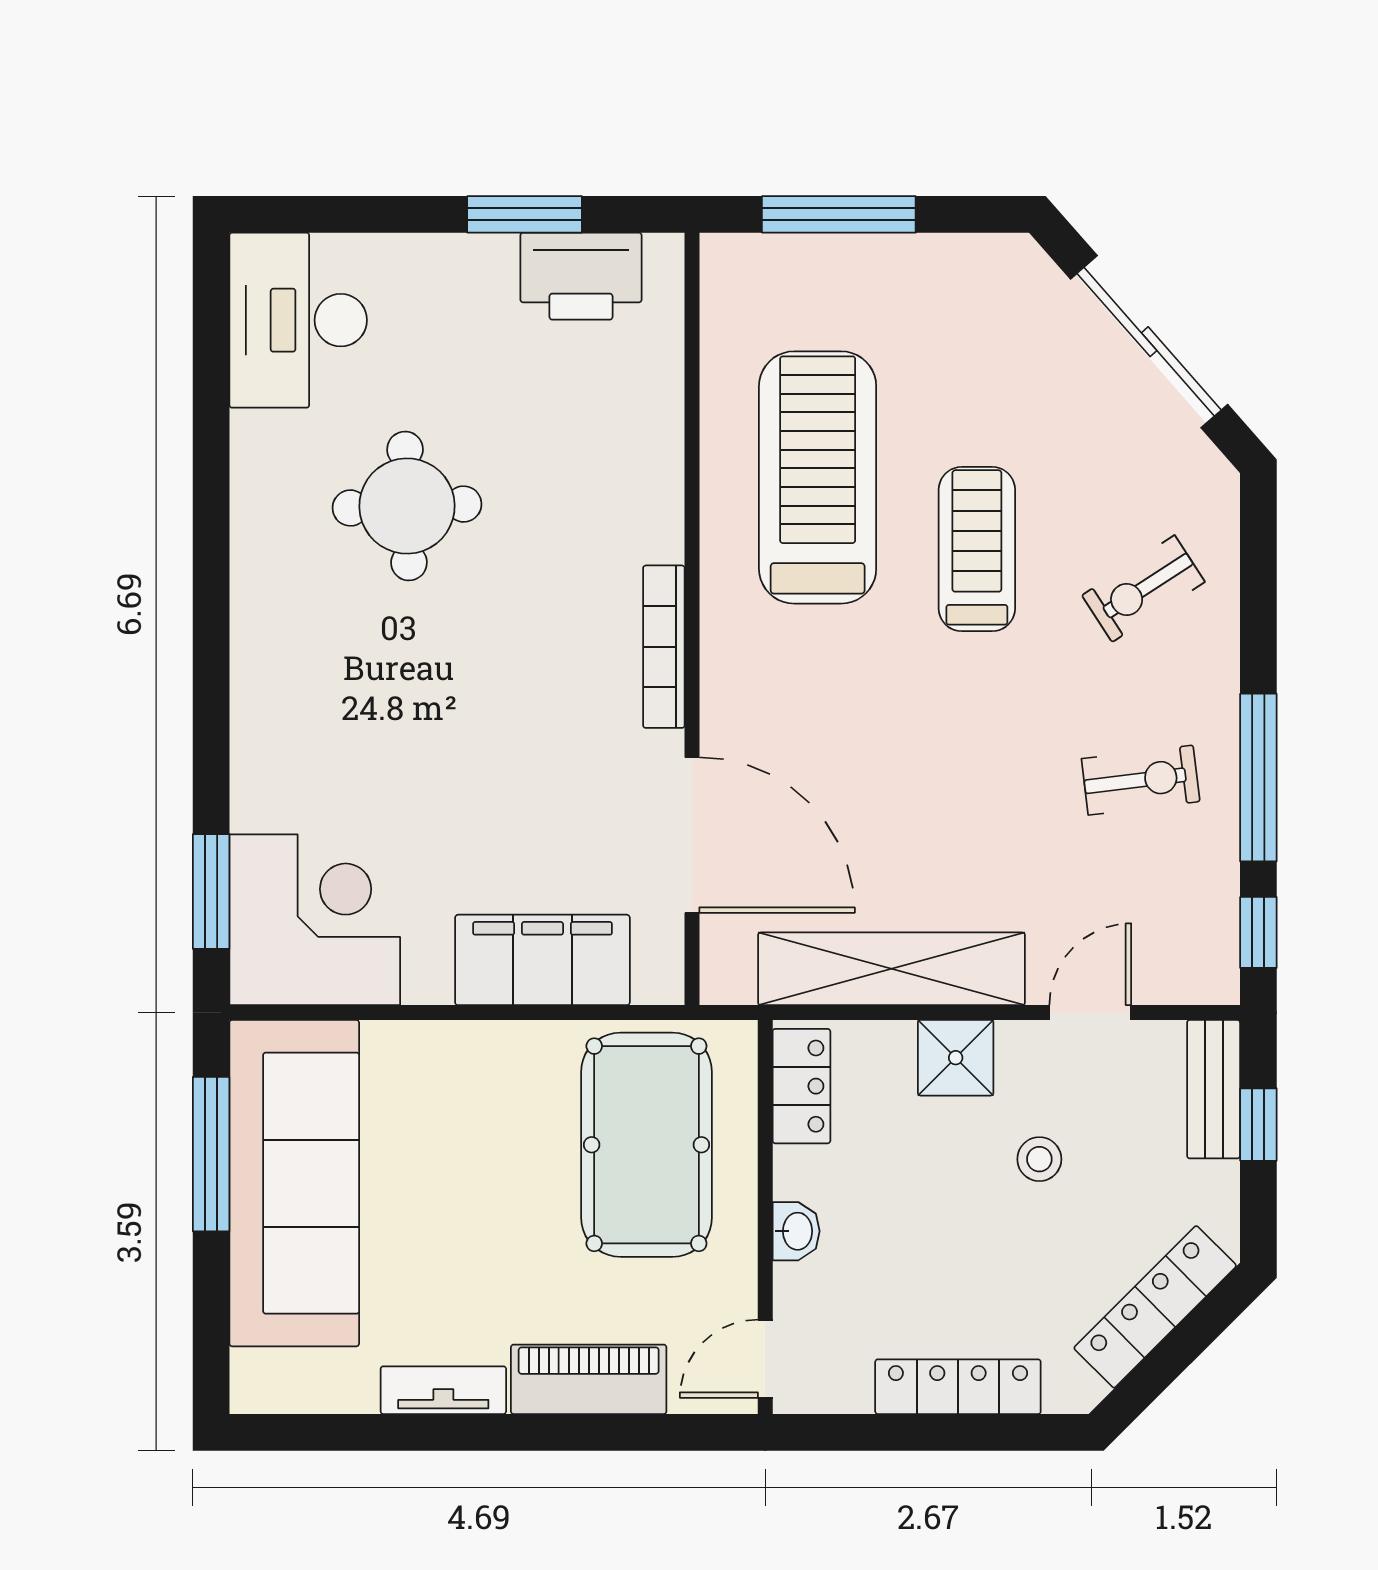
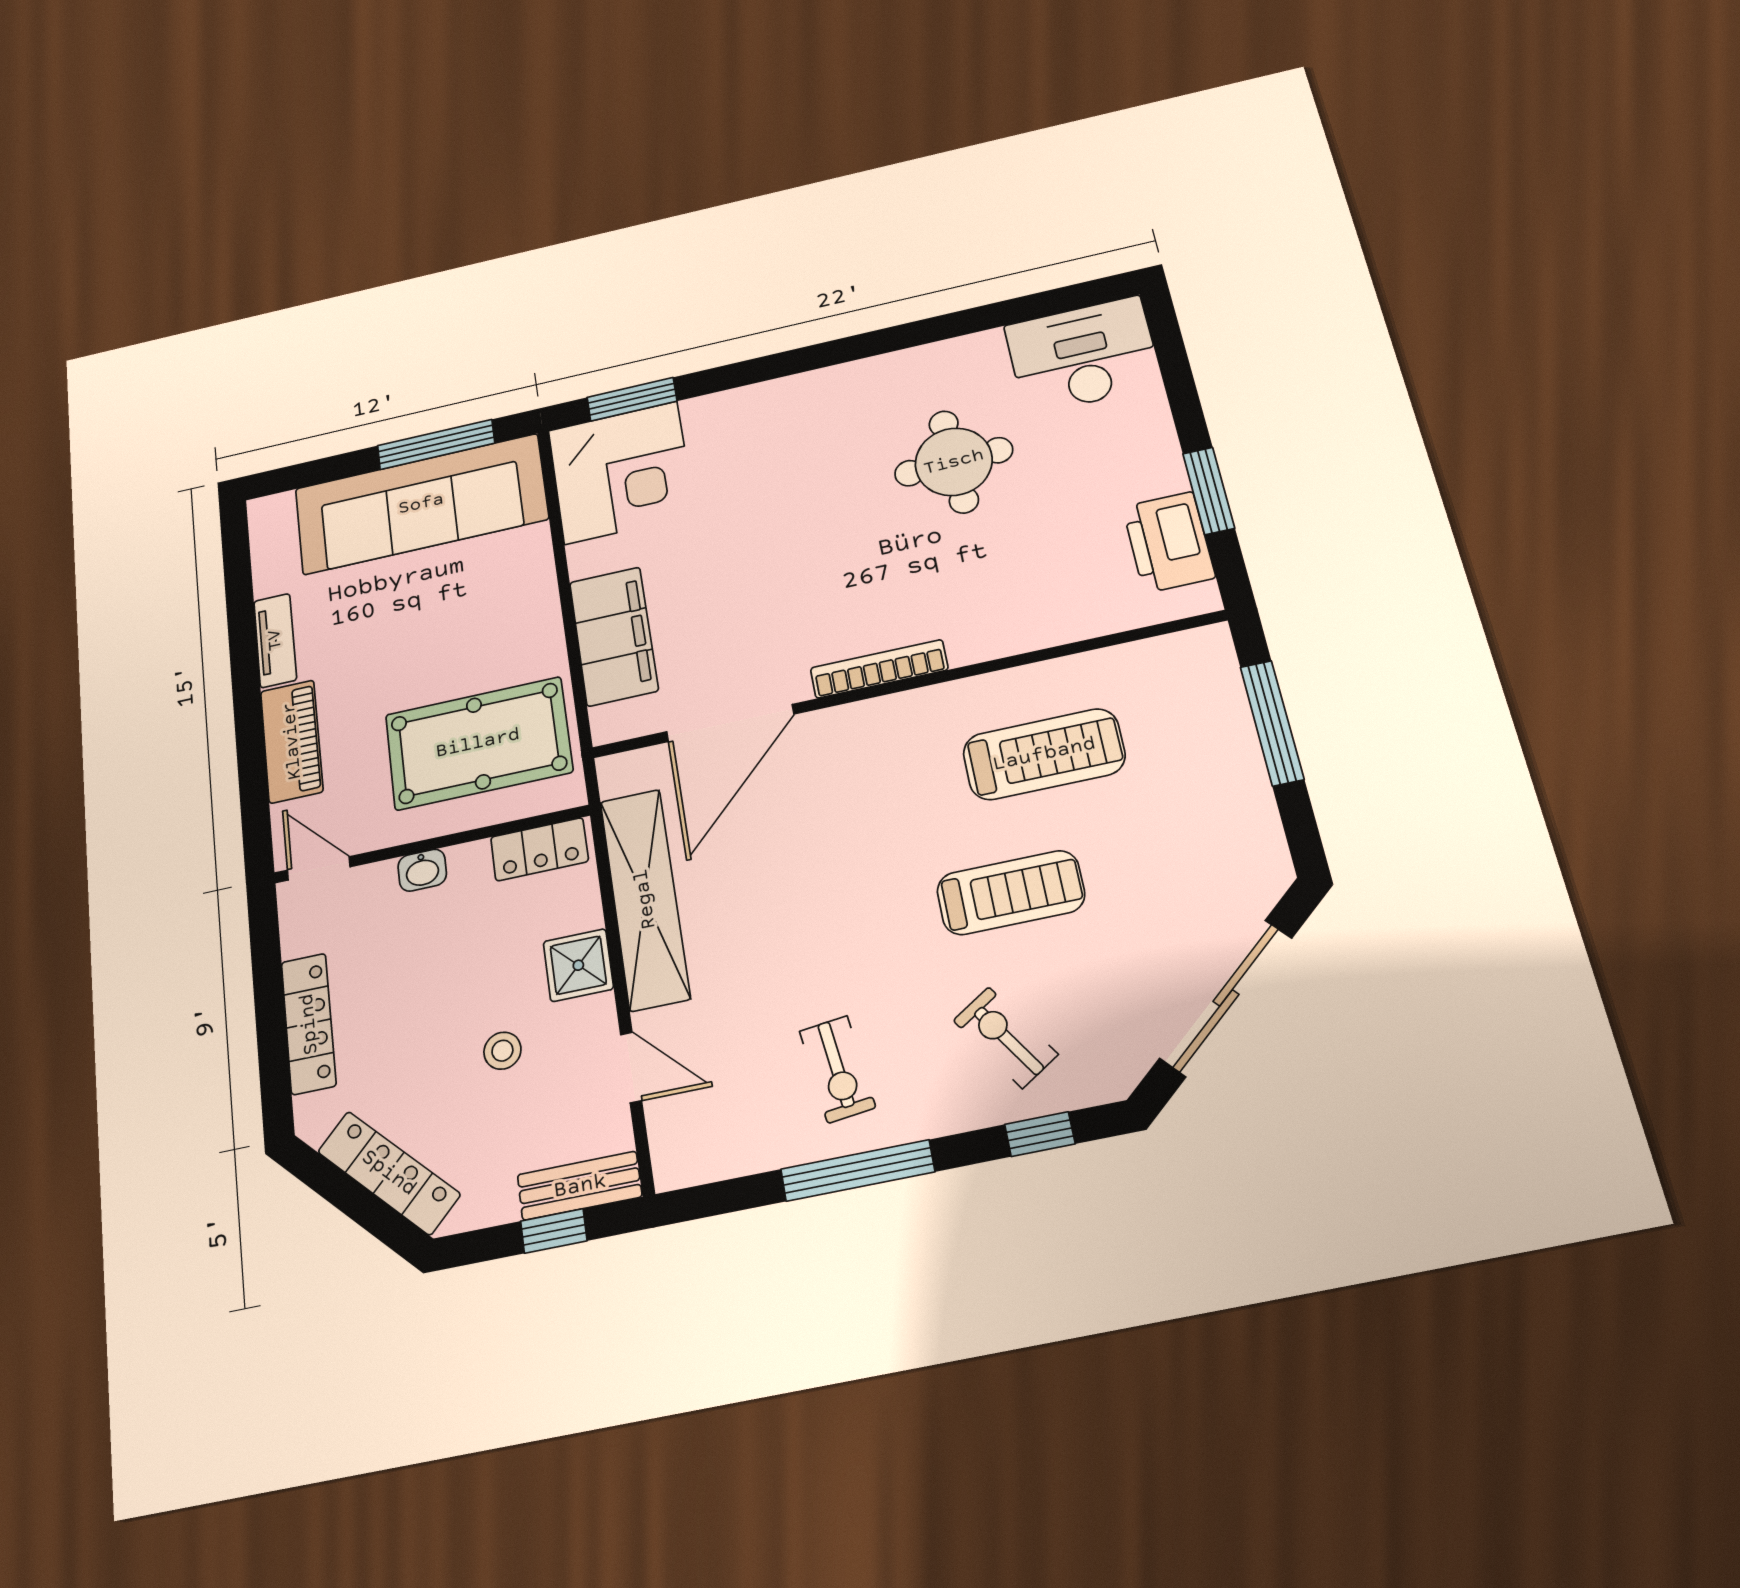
treadmill: (818, 477) -> (1044, 754), width x0.73, depth x0.73
window: (1258, 932) -> (1040, 1134), moved

